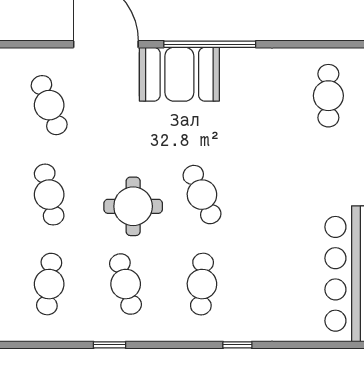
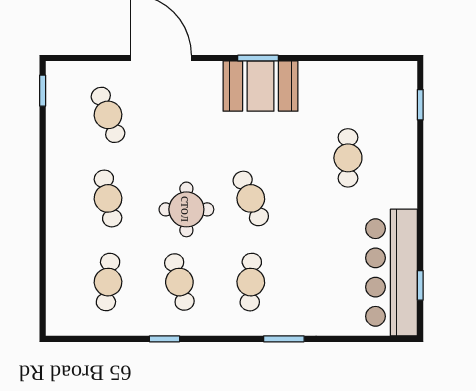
window: (210, 44) -> (258, 58), width x0.47
booth: (179, 74) -> (261, 86), moved
cafe table: (328, 96) -> (348, 158), moved
window: (237, 345) -> (284, 339), width x1.50

